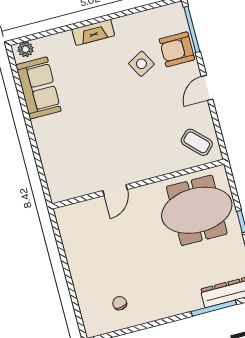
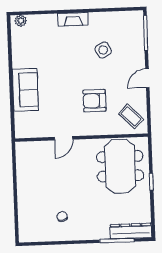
armchair: (177, 49) -> (95, 101), moved
sofa: (38, 88) -> (25, 90), moved
meeting table: (197, 210) -> (120, 166), turned 90
chair: (120, 303) -> (62, 217), moved

